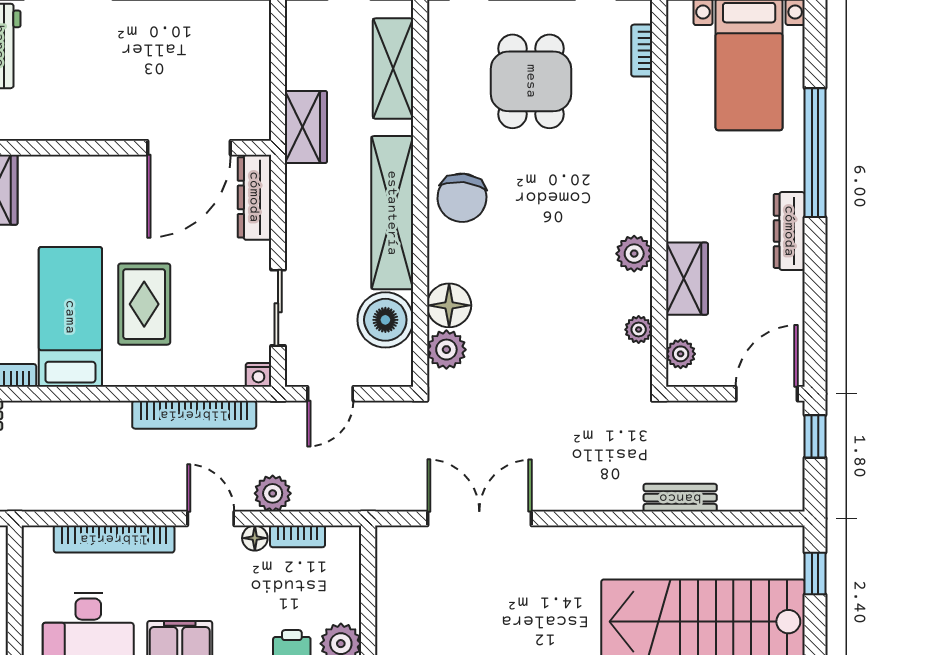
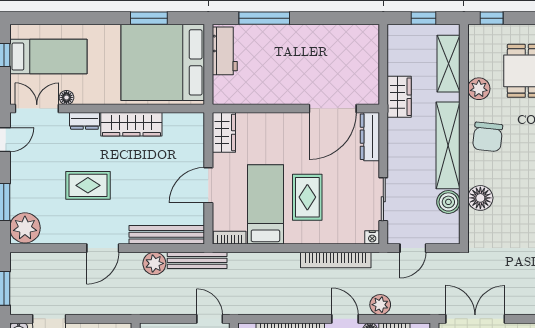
boiler: (385, 320) -> (448, 202), width x0.73, depth x0.73
plant: (446, 350) -> (479, 89), moved
double door: (479, 518) -> (475, 319), moved

